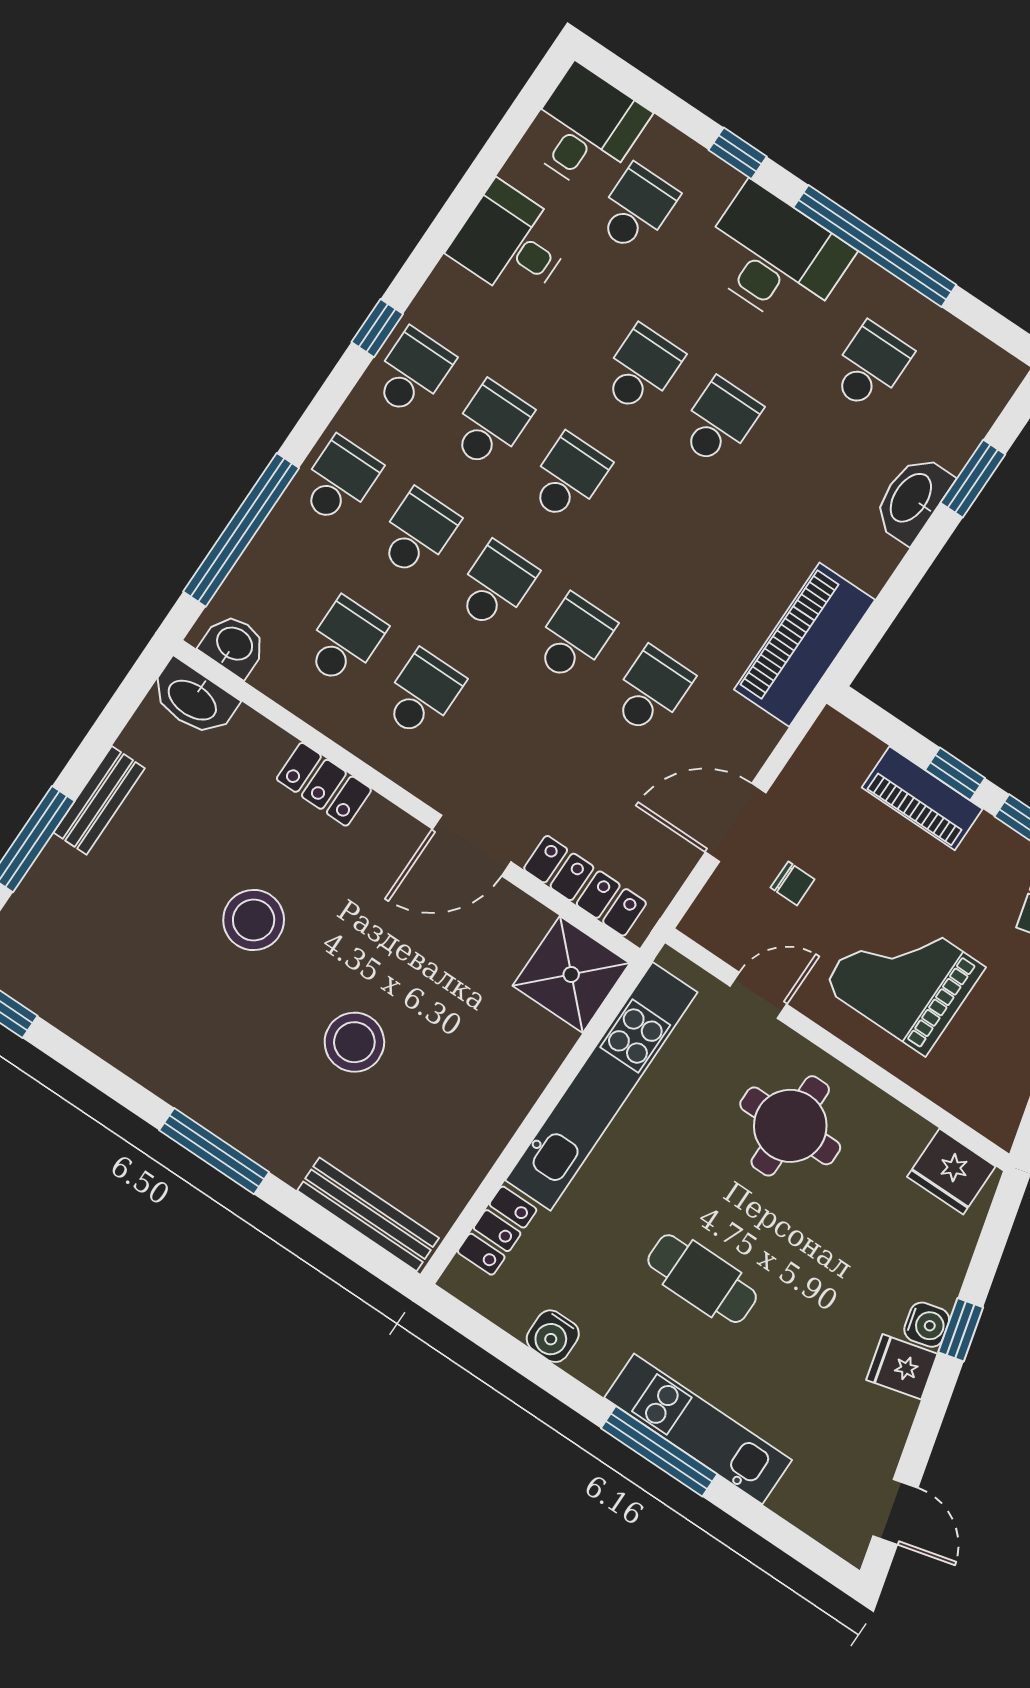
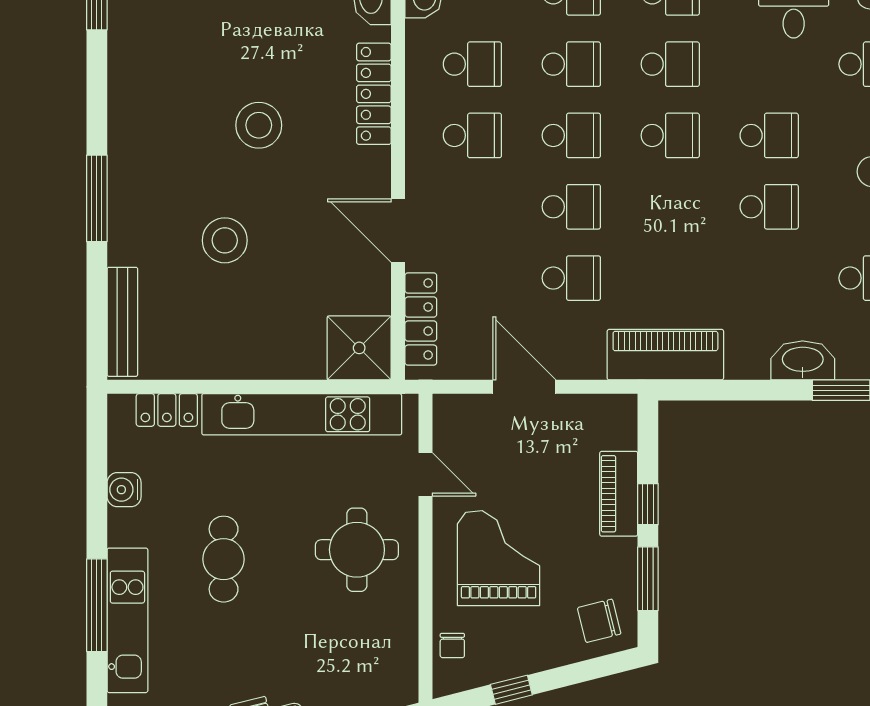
locker: (324, 784) -> (374, 94), width x1.53
chair: (793, 883) -> (452, 645), moved
fridge: (951, 1172) -> (396, 670), removed

